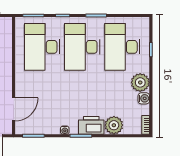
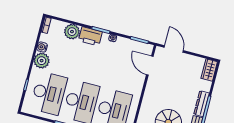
door: (14, 109) -> (150, 66), hinge flipped

